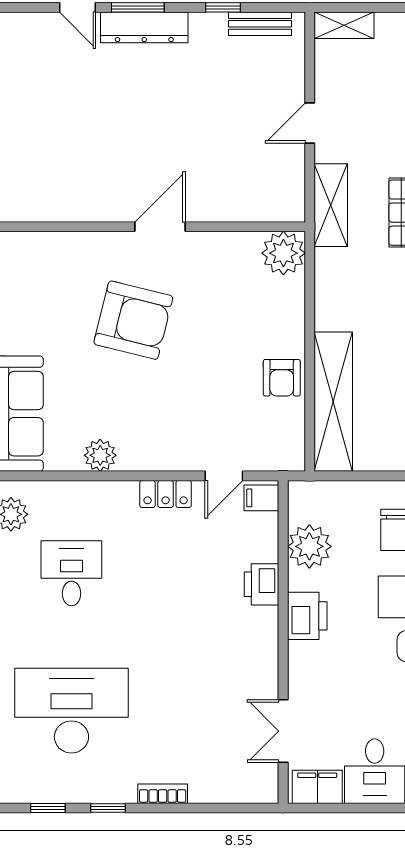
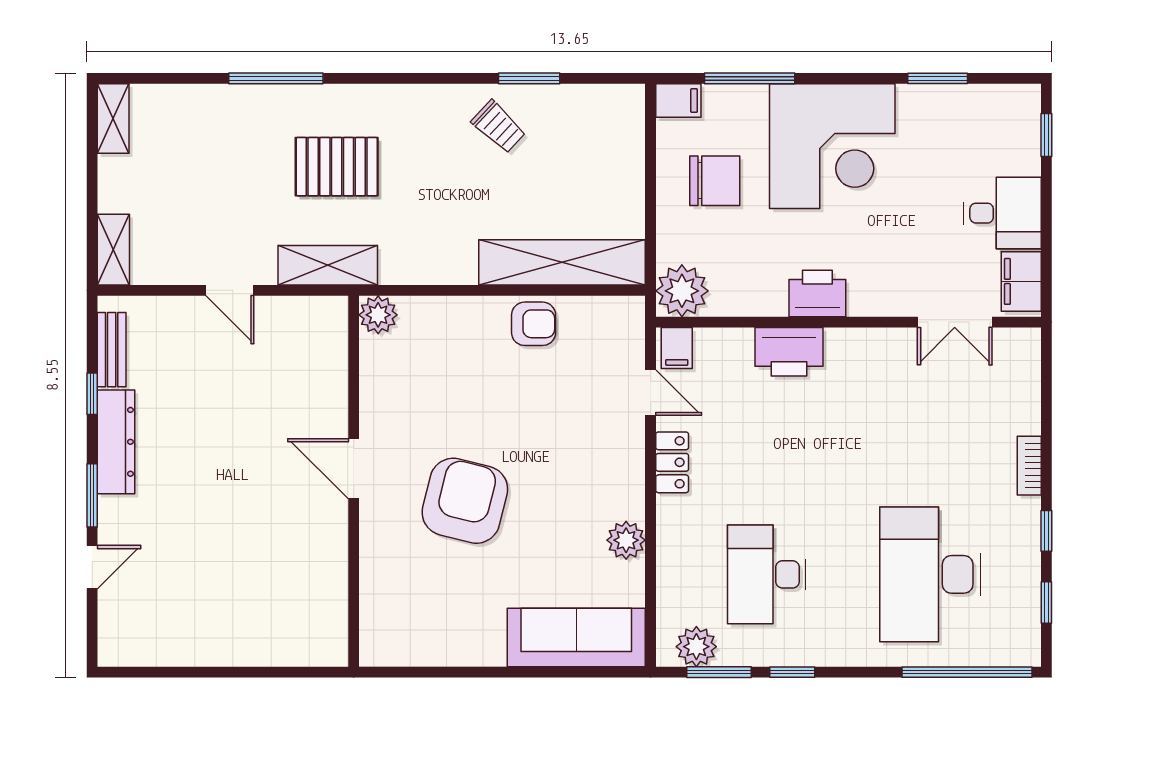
dresser: (144, 27) -> (116, 442), moved
plant: (283, 253) -> (378, 315), width x0.73, depth x0.73
plant: (309, 546) -> (682, 291), moved
desk: (71, 573) -> (767, 574), width x1.37
printer: (262, 584) -> (789, 352), width x1.37, depth x1.19

